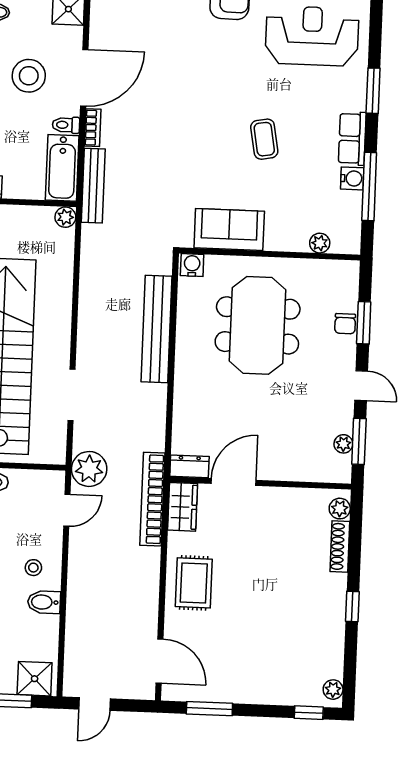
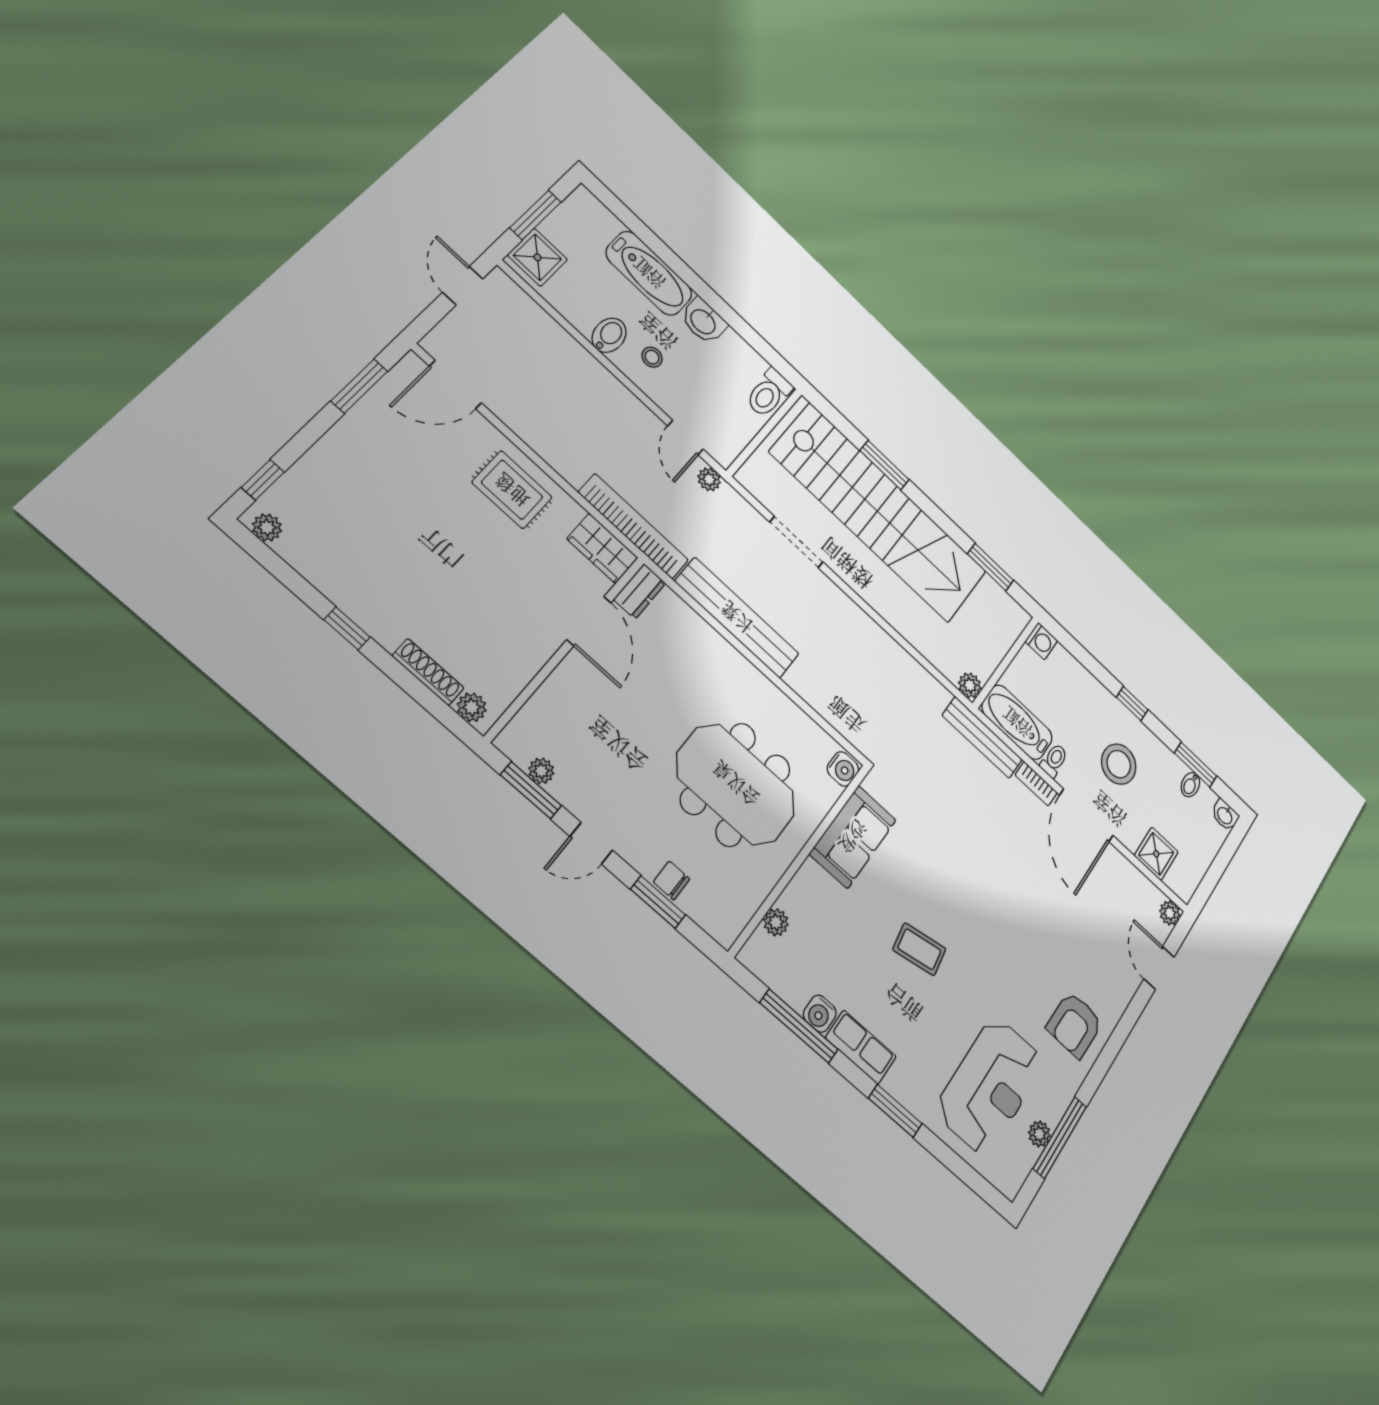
bench: (157, 329) -> (737, 618), moved
plant: (89, 469) -> (709, 479), width x0.53, depth x0.53

